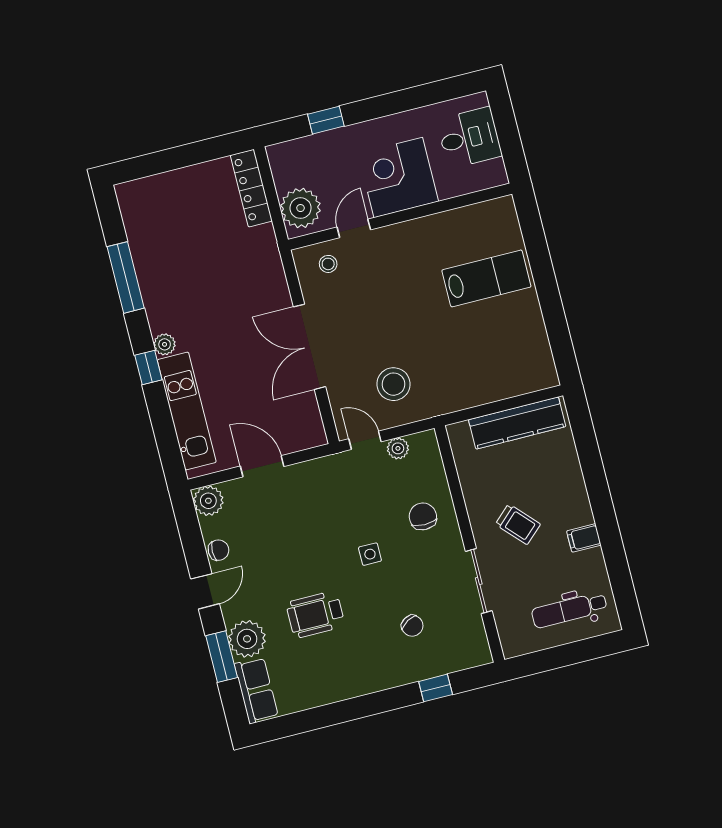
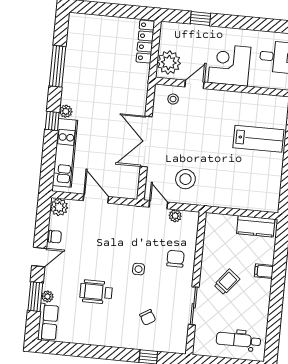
kitchen counter: (517, 423) -> (256, 226), width x0.67
trolley: (518, 524) -> (227, 282), turned -98
filing cabinet: (584, 538) -> (264, 271), moved
plant: (247, 639) -> (47, 296), width x0.53, depth x0.53

